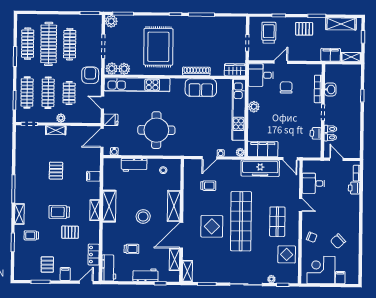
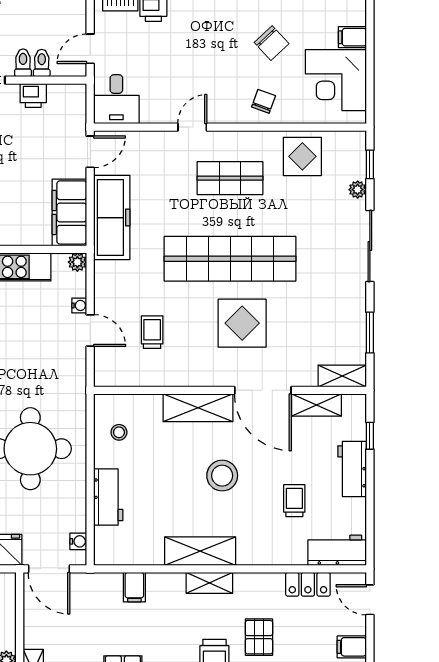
desk: (313, 183) -> (116, 99), moved

